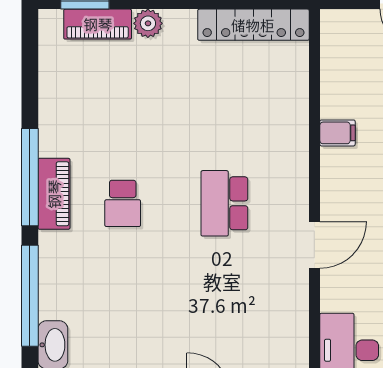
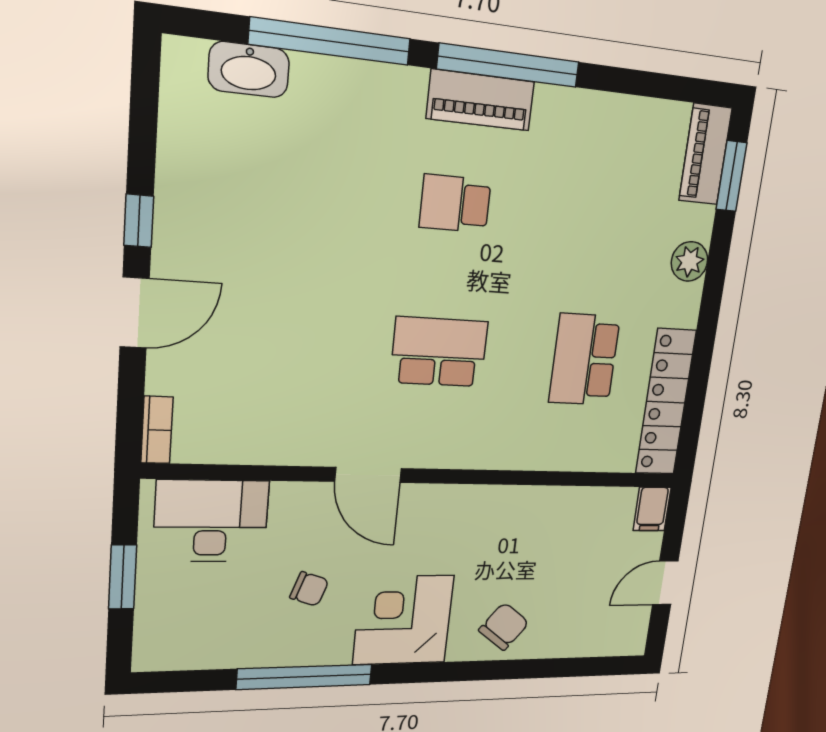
piano: (98, 24) -> (705, 154), moved
school desk: (224, 95) -> (584, 360), added
filing cabinet: (337, 133) -> (652, 509), moved

